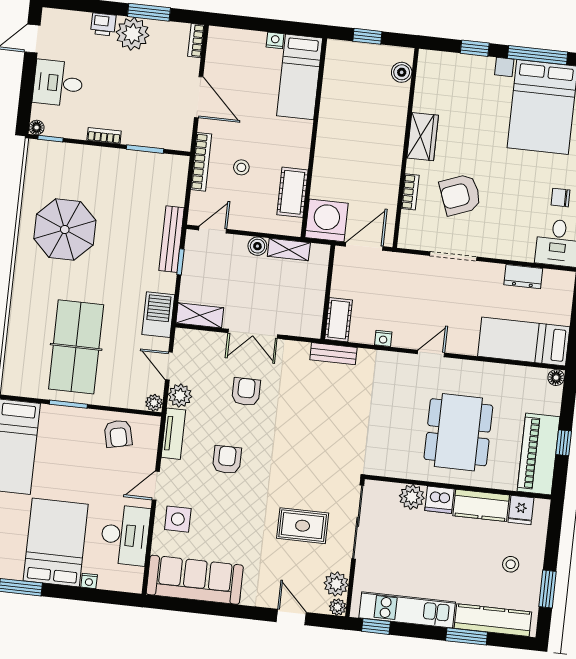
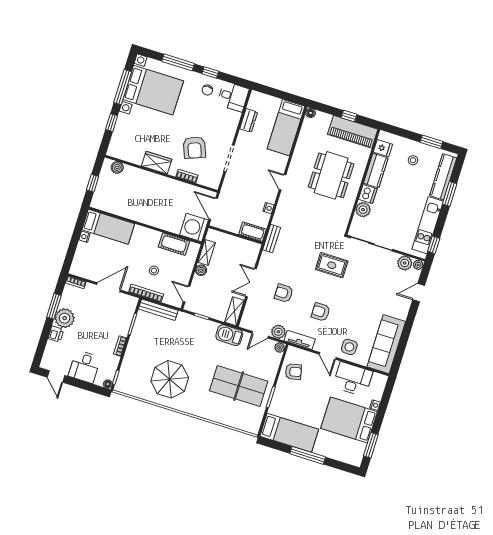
bench: (172, 239) -> (158, 310), moved
double door: (253, 334) -> (251, 283), swing flipped
dining table: (458, 432) -> (331, 175), turned 90
rug: (303, 526) -> (332, 265), moved, turned 90

